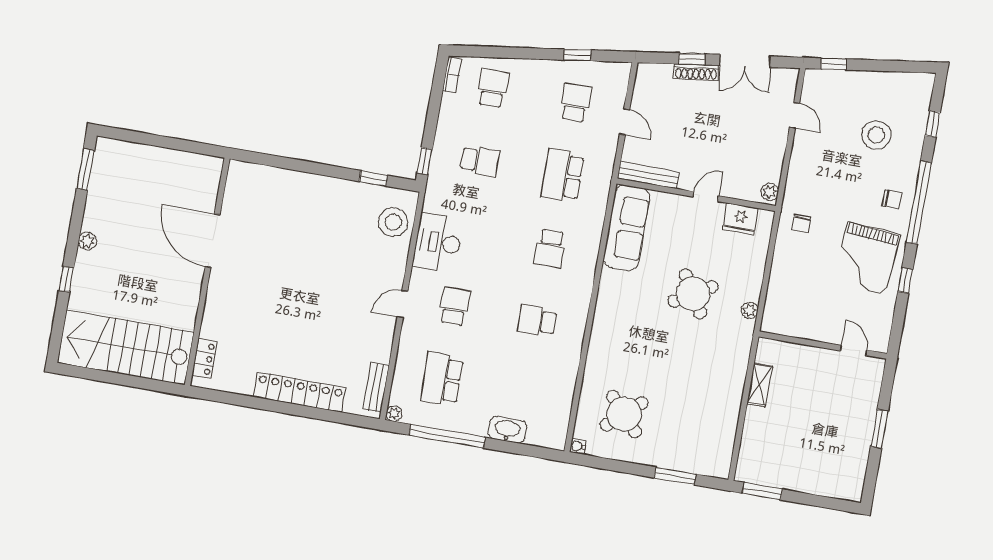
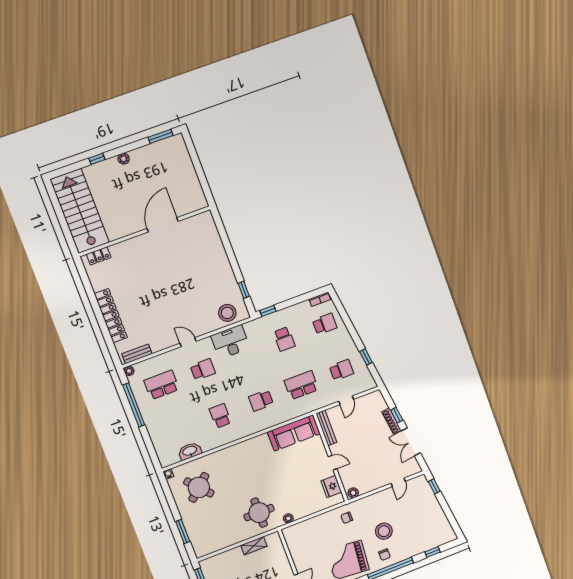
stool: (876, 135) -> (384, 531), moved
round table: (693, 294) -> (259, 513), moved, turned 31
washbasin: (507, 430) -> (190, 451), moved, turned -90

